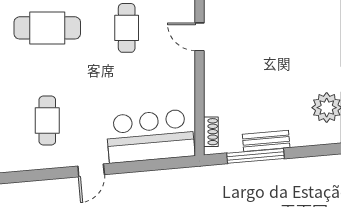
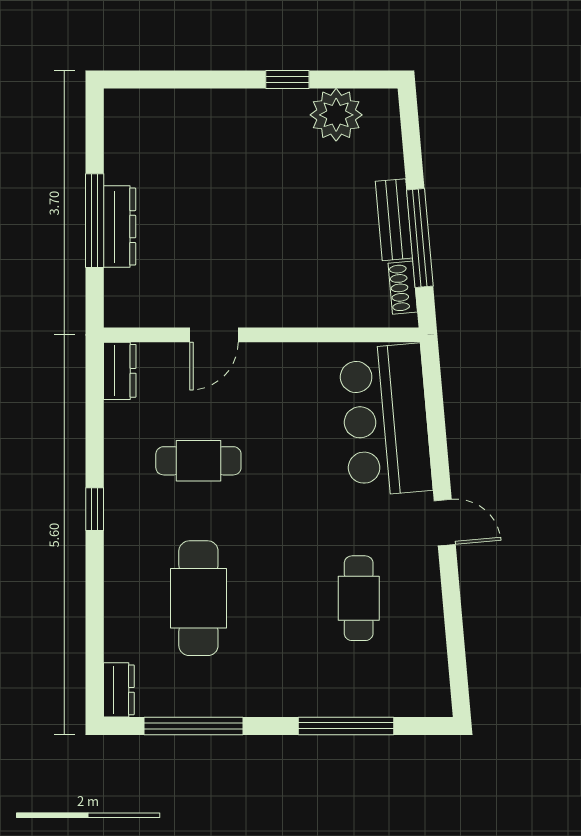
cafe table: (47, 121) -> (359, 598), turned 90
shoe rack: (211, 132) -> (403, 288), moved, turned -95

